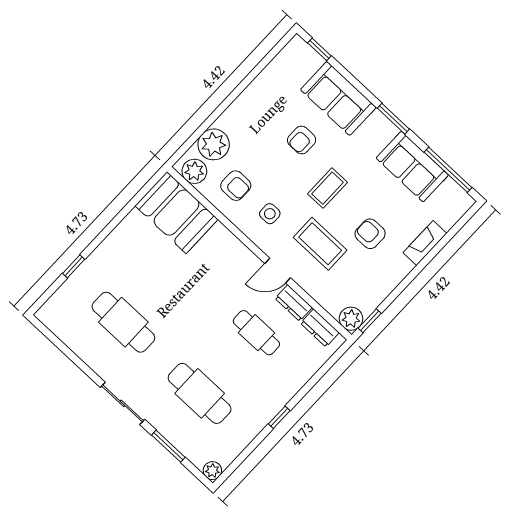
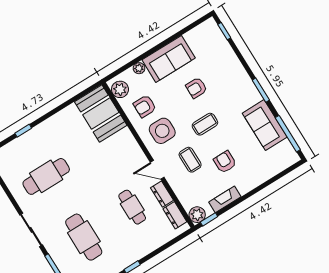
sofa: (338, 98) -> (169, 59), moved, turned -90
plant: (214, 144) -> (139, 68), width x0.53, depth x0.53
armchair: (236, 186) -> (145, 106), turned 90
side table: (270, 214) -> (162, 131), width x1.87, depth x1.87
fireplace: (425, 243) -> (225, 199), moved
coffee table: (320, 244) -> (190, 160), width x0.73, depth x0.77
cafe table: (123, 322) -> (46, 176), turned 90

